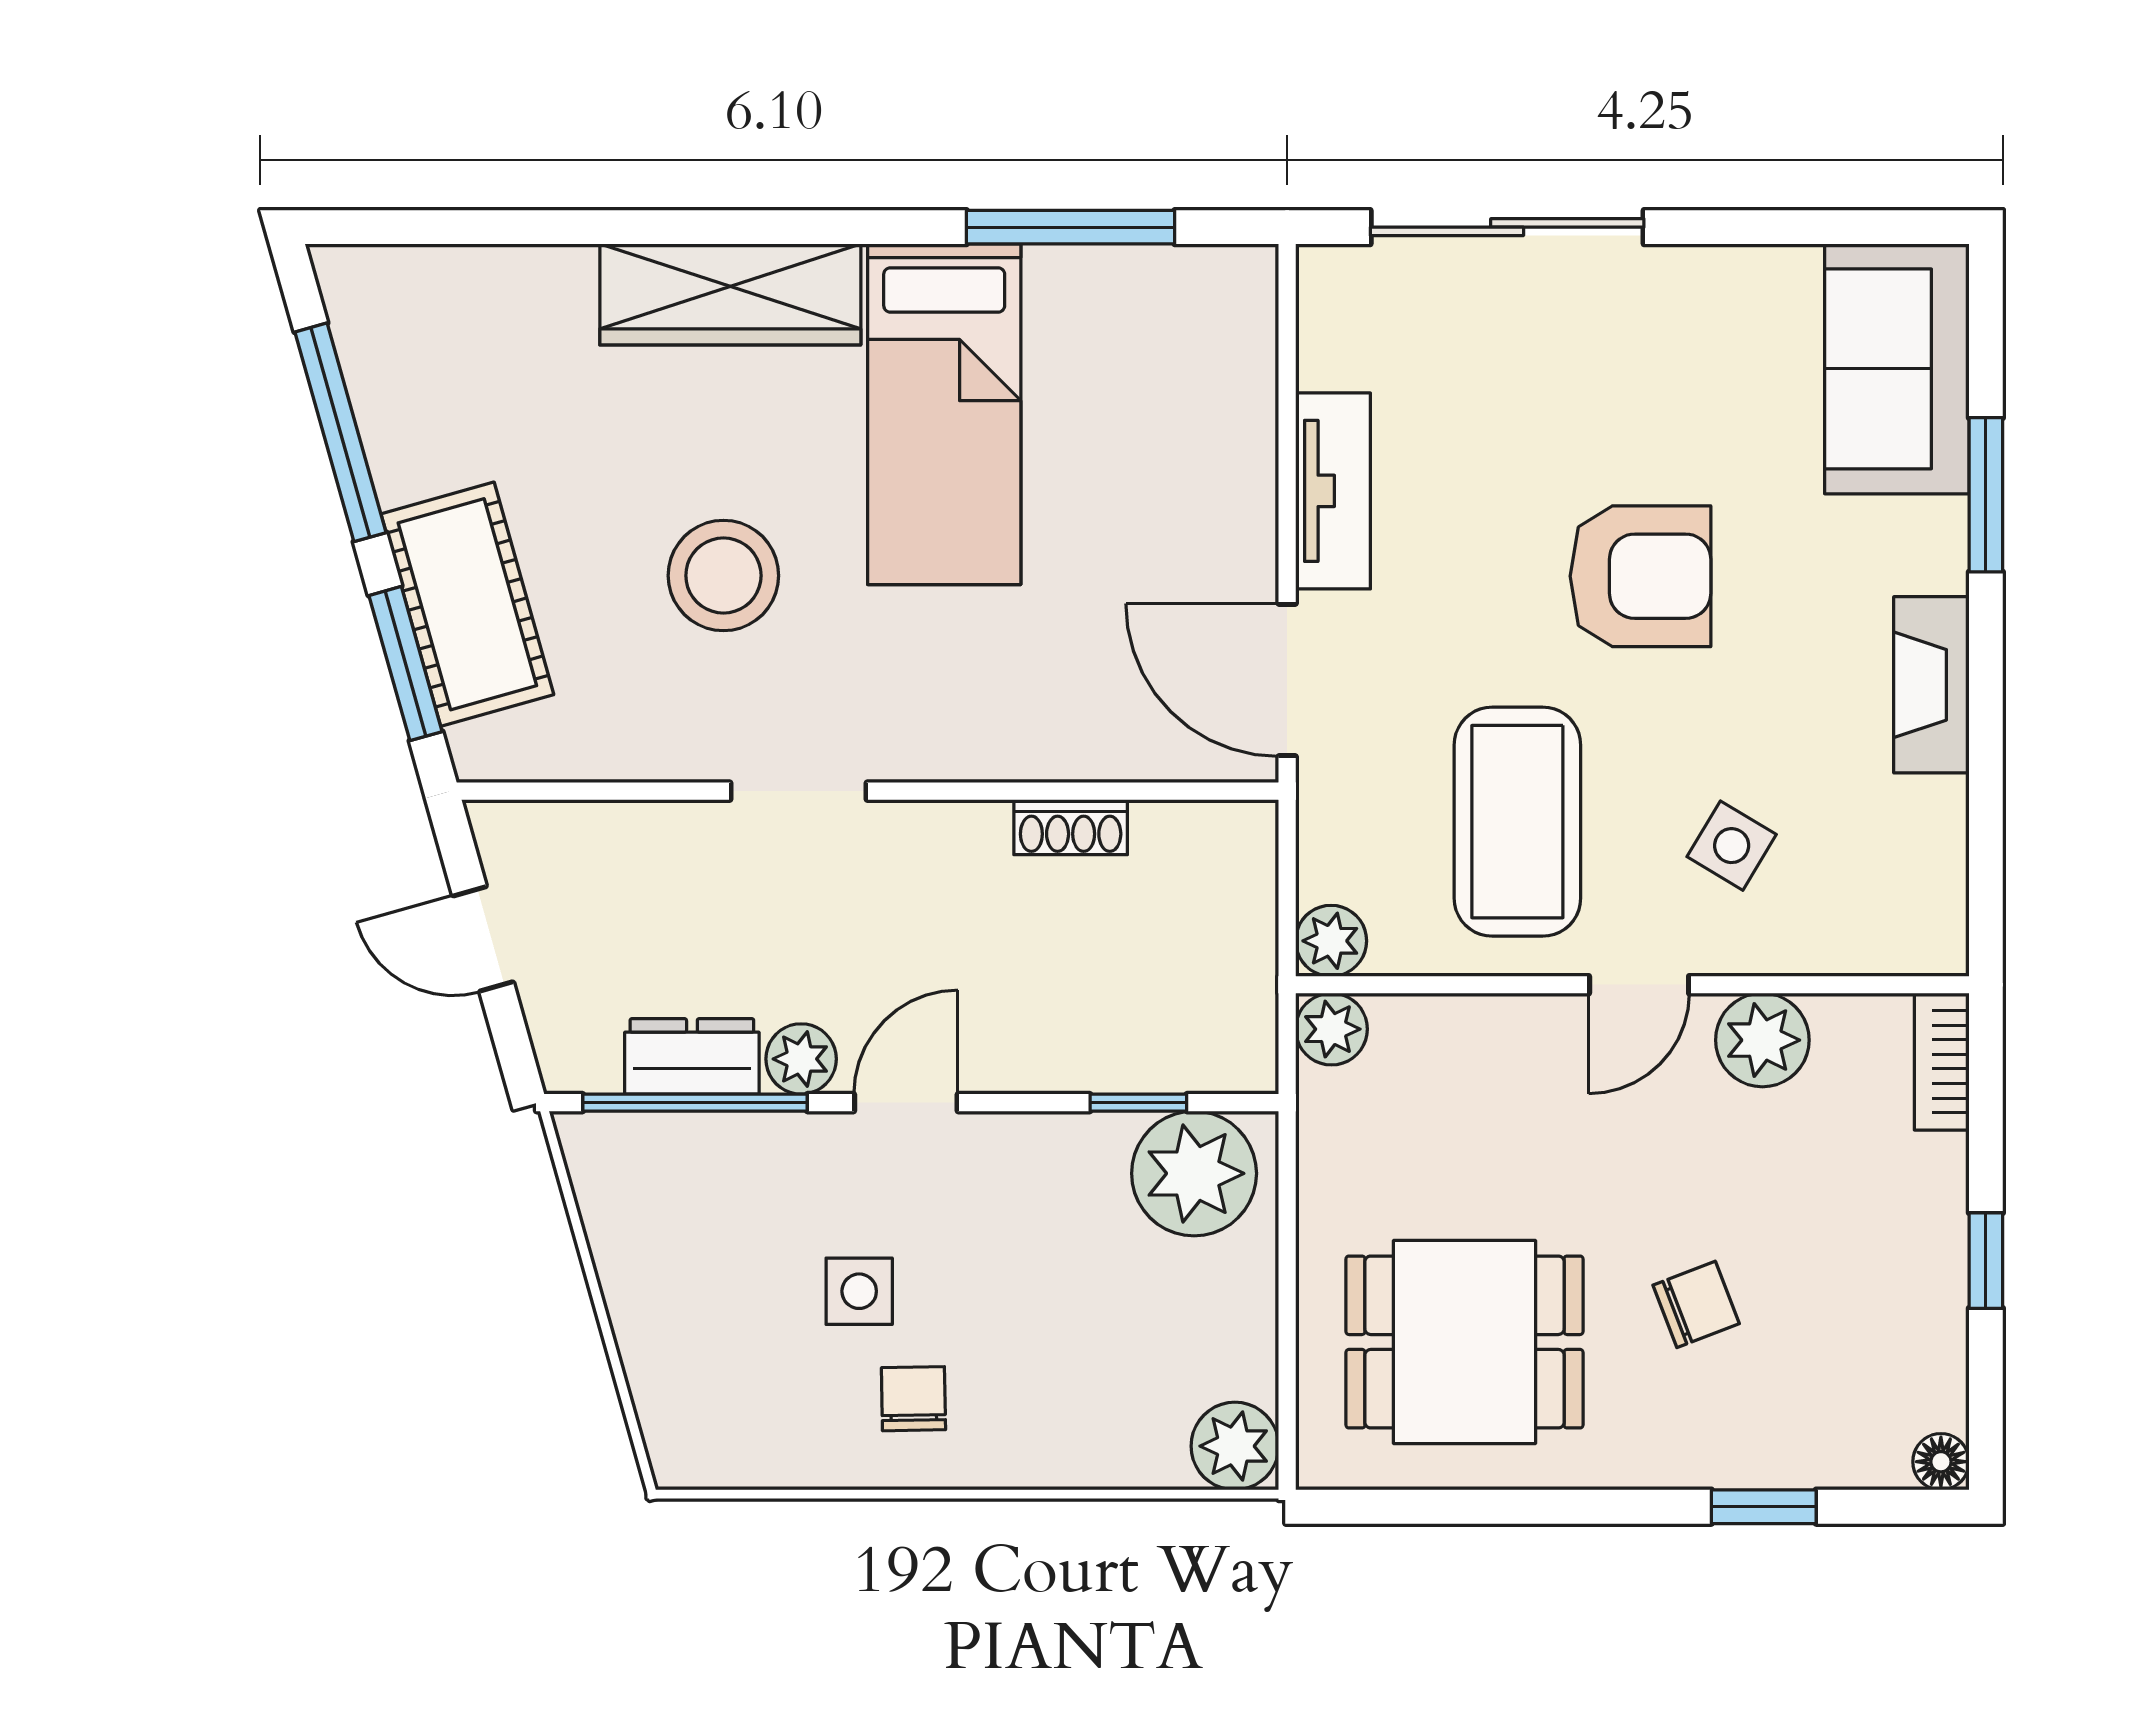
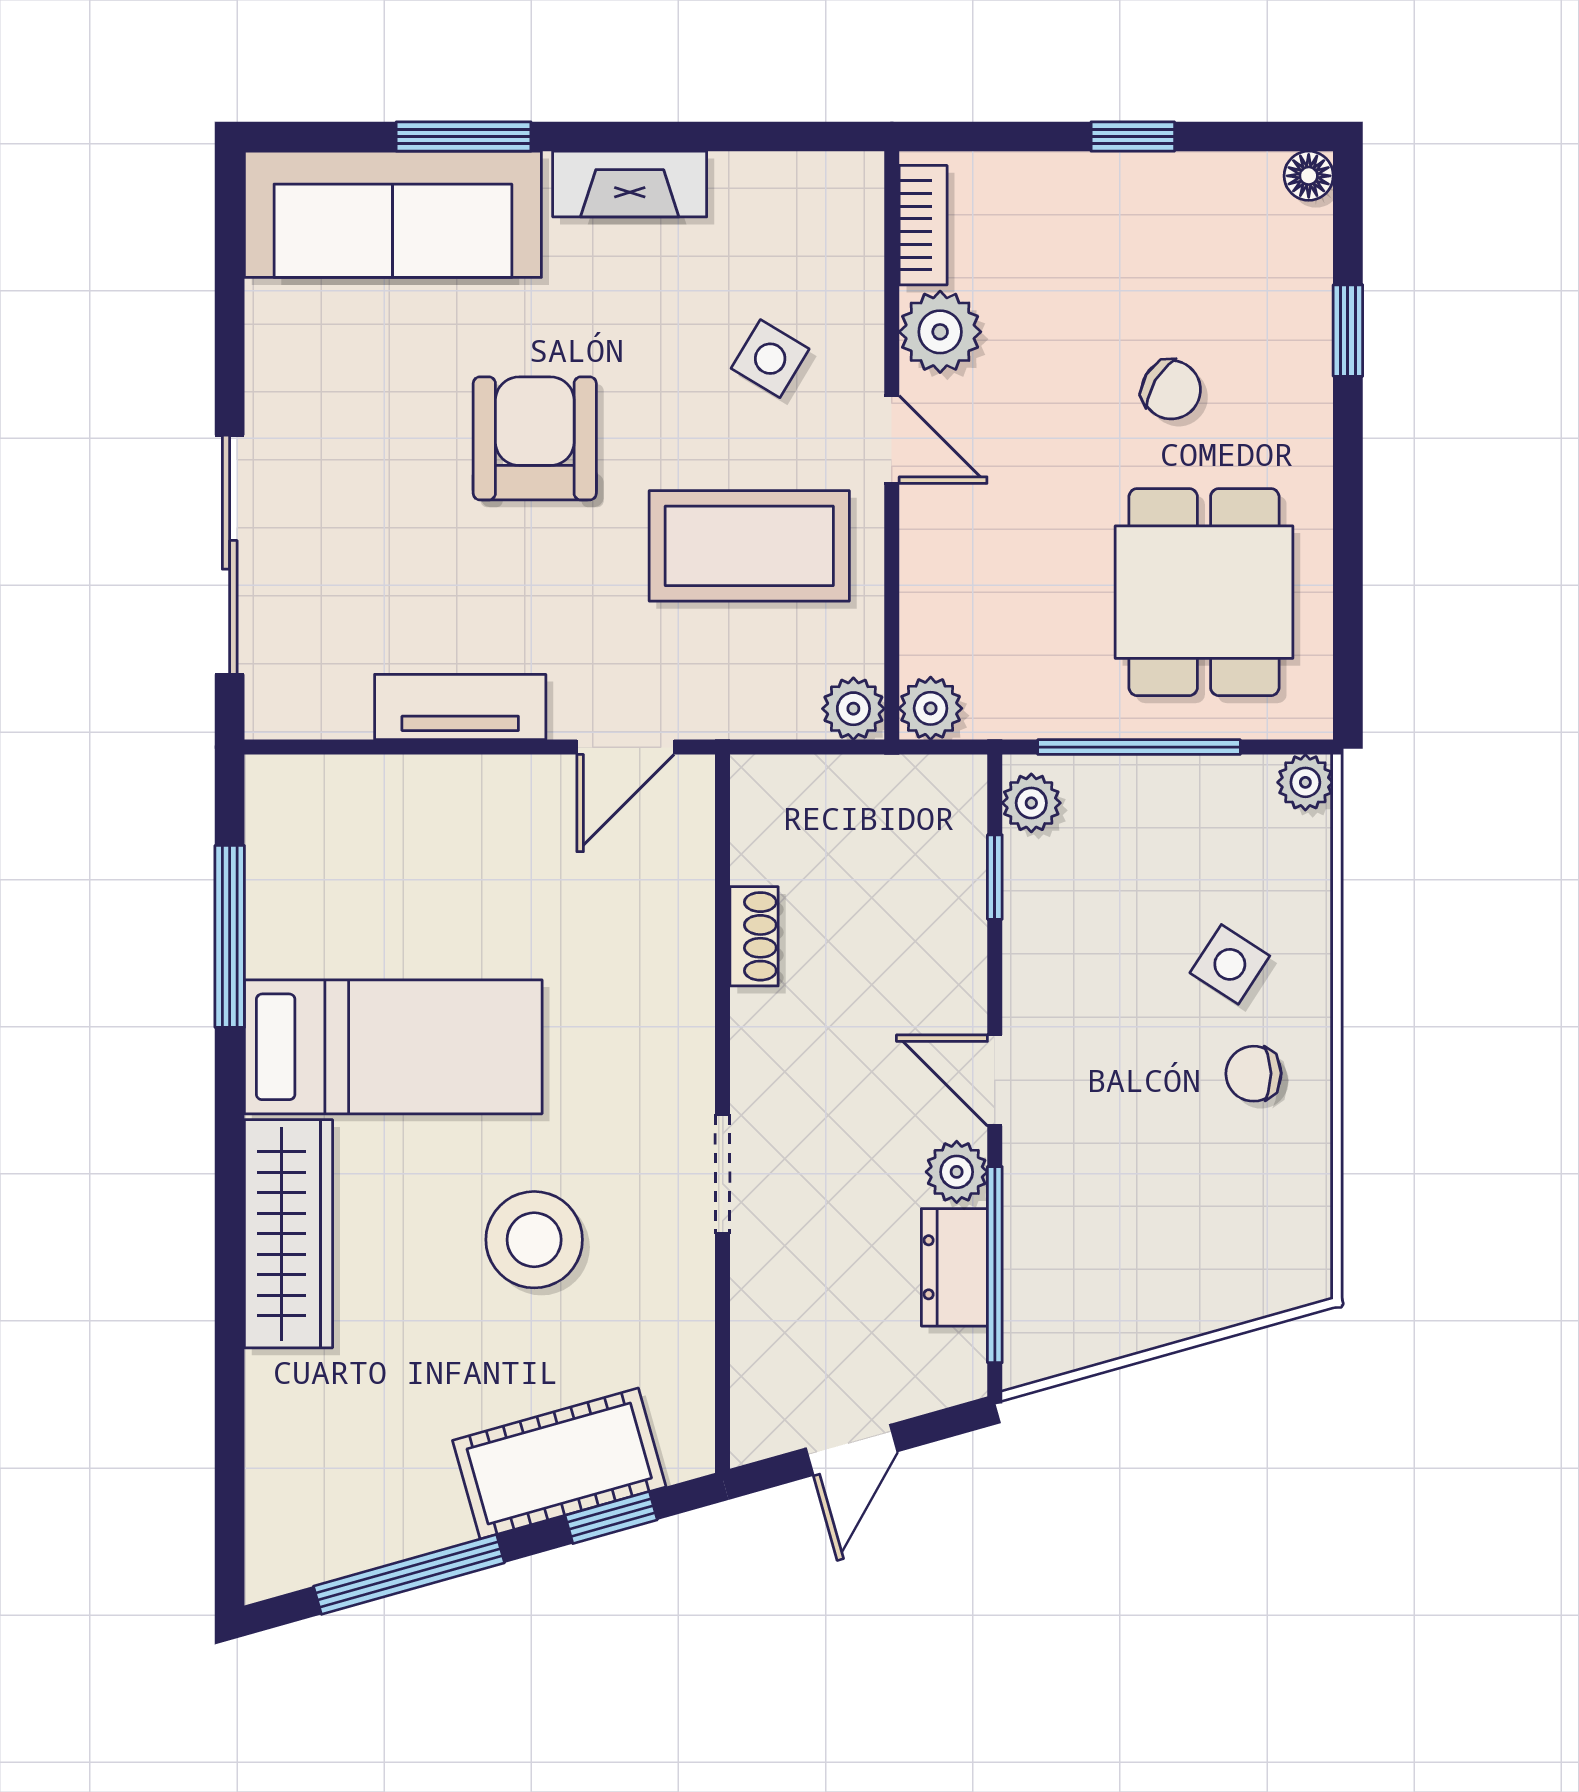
sofa: (1897, 369) -> (393, 214), width x1.36
window: (406, 664) -> (611, 1518), width x0.67
door: (1287, 680) -> (625, 747), width x0.73
bookcase: (1942, 1062) -> (923, 225), moved, turned -90
plant: (1194, 1173) -> (1031, 803), width x0.53, depth x0.53
window: (1287, 1268) -> (1139, 747), added
side table: (859, 1291) -> (1230, 964), moved, turned 33
chair: (1696, 1304) -> (1171, 390), turned 142
plant: (1235, 1446) -> (1305, 782), width x0.73, depth x0.73

